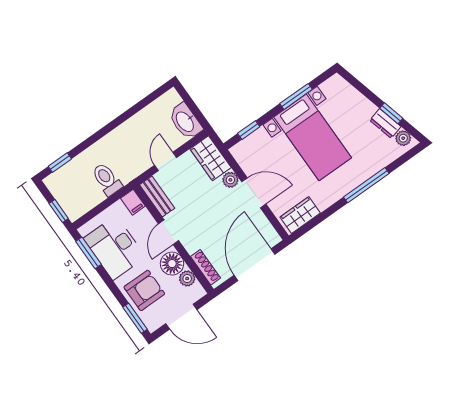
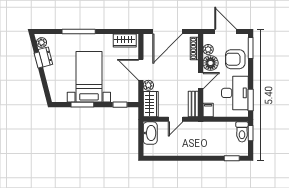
toilet: (107, 179) -> (242, 132), moved

